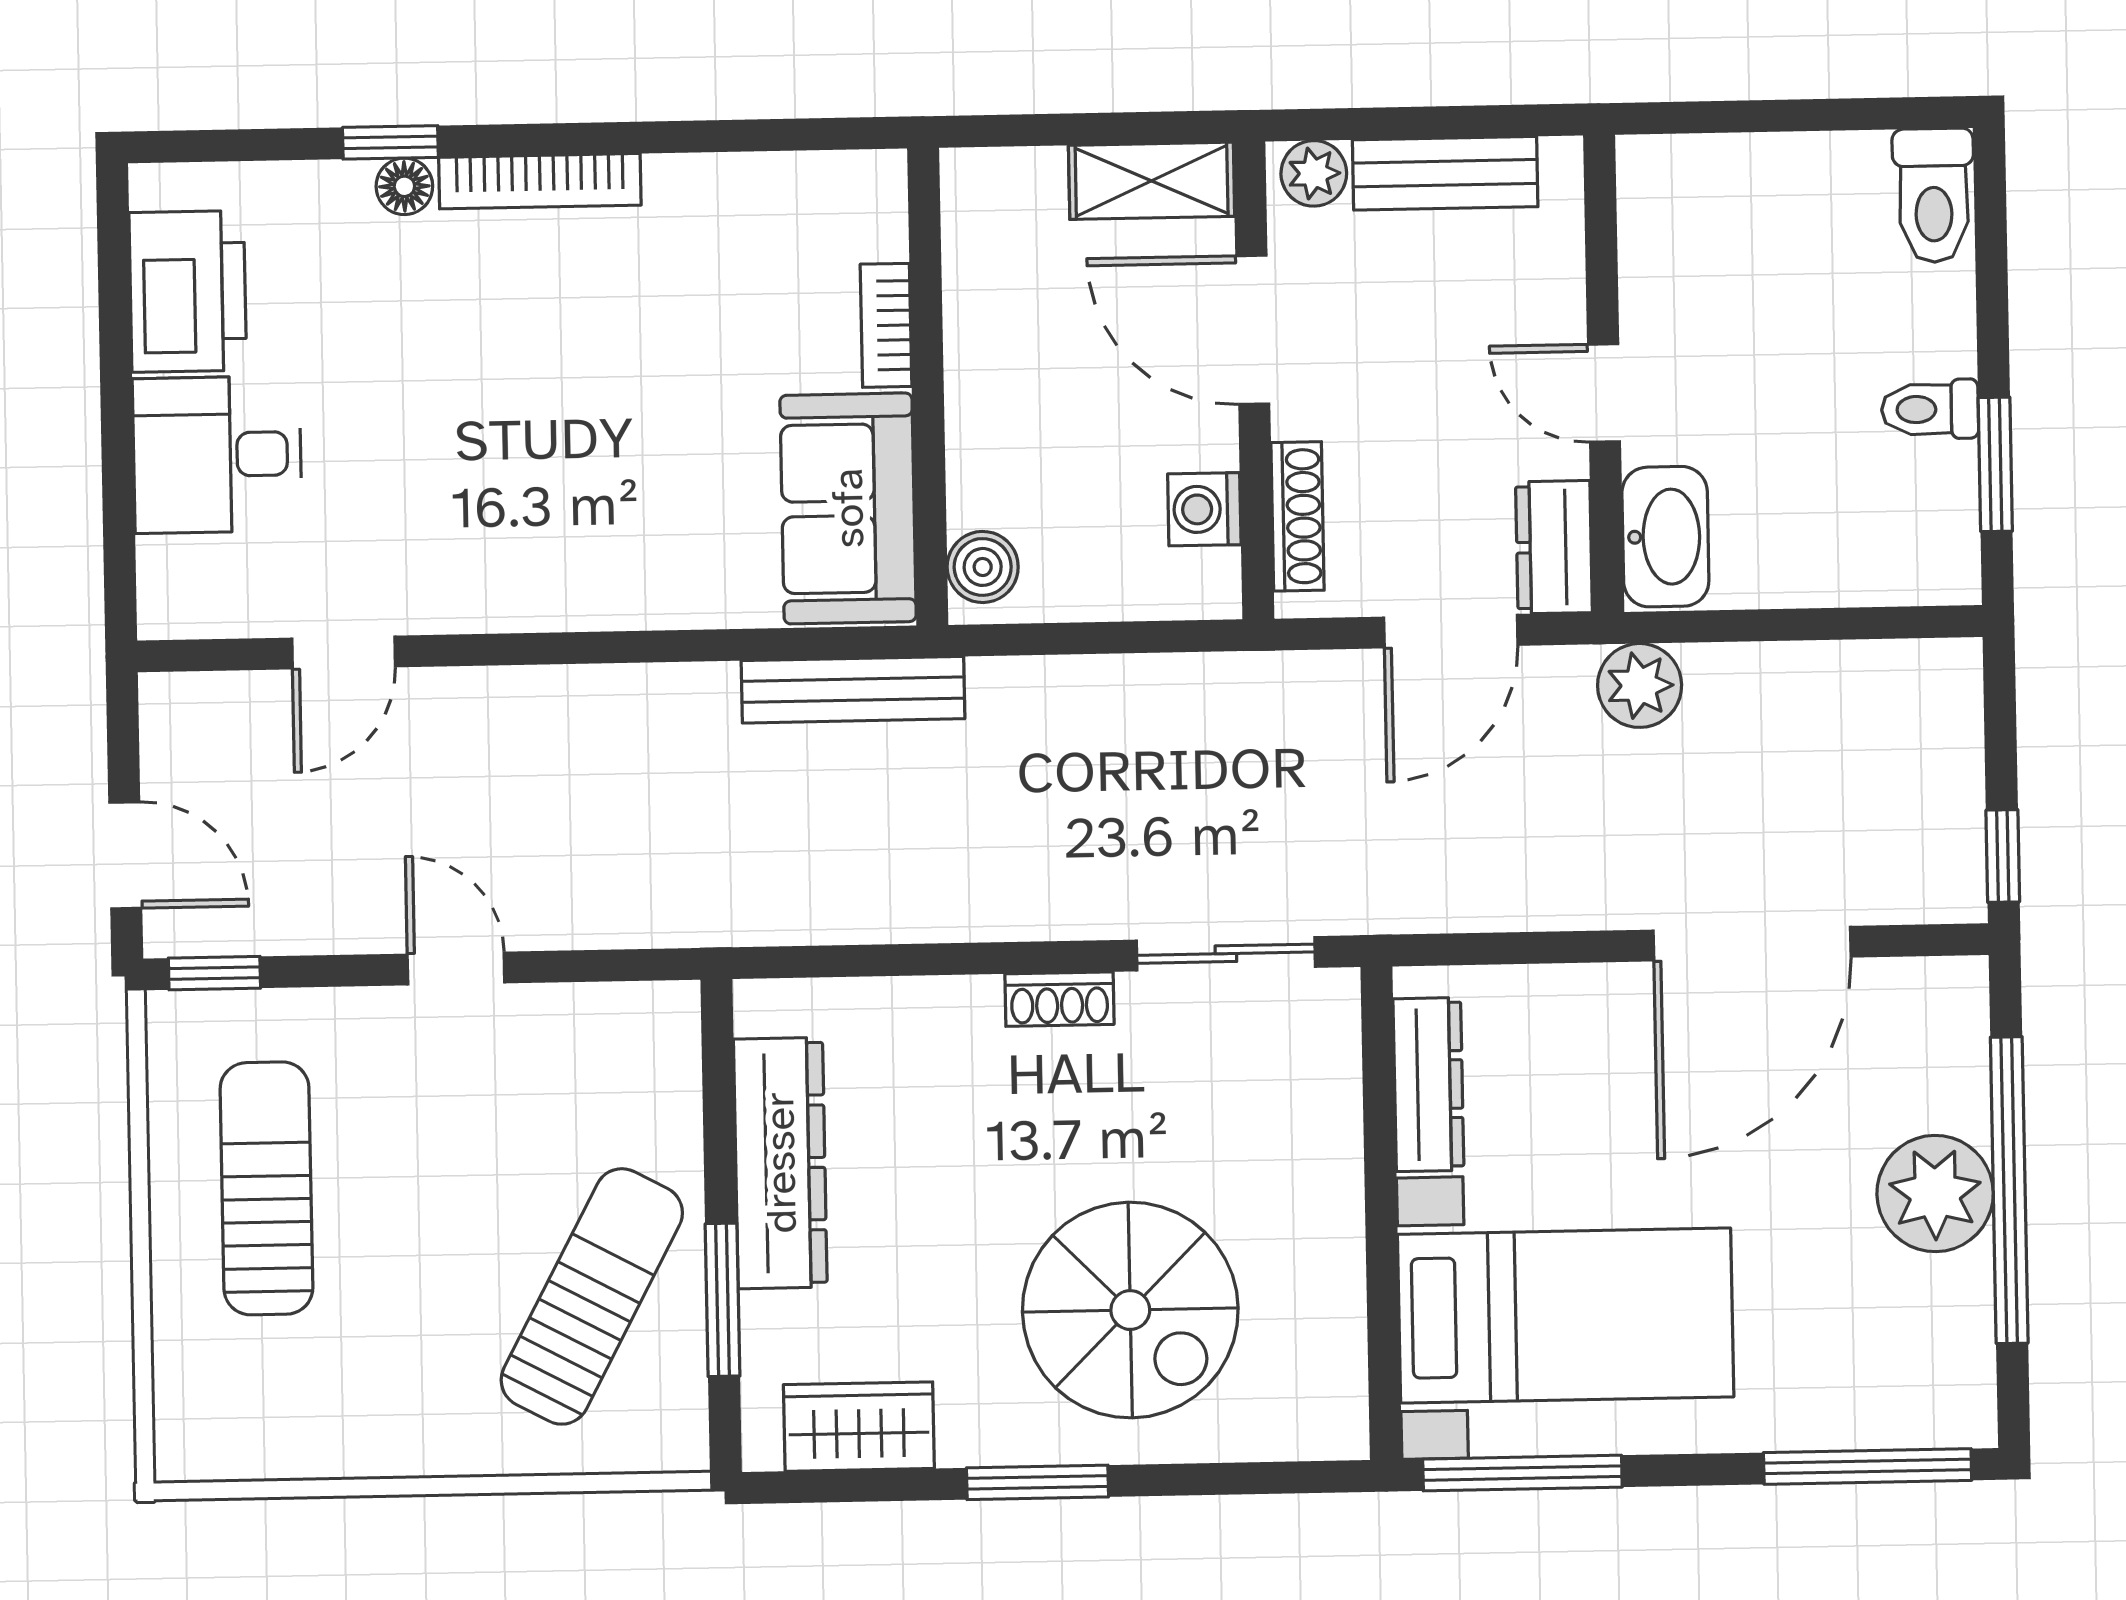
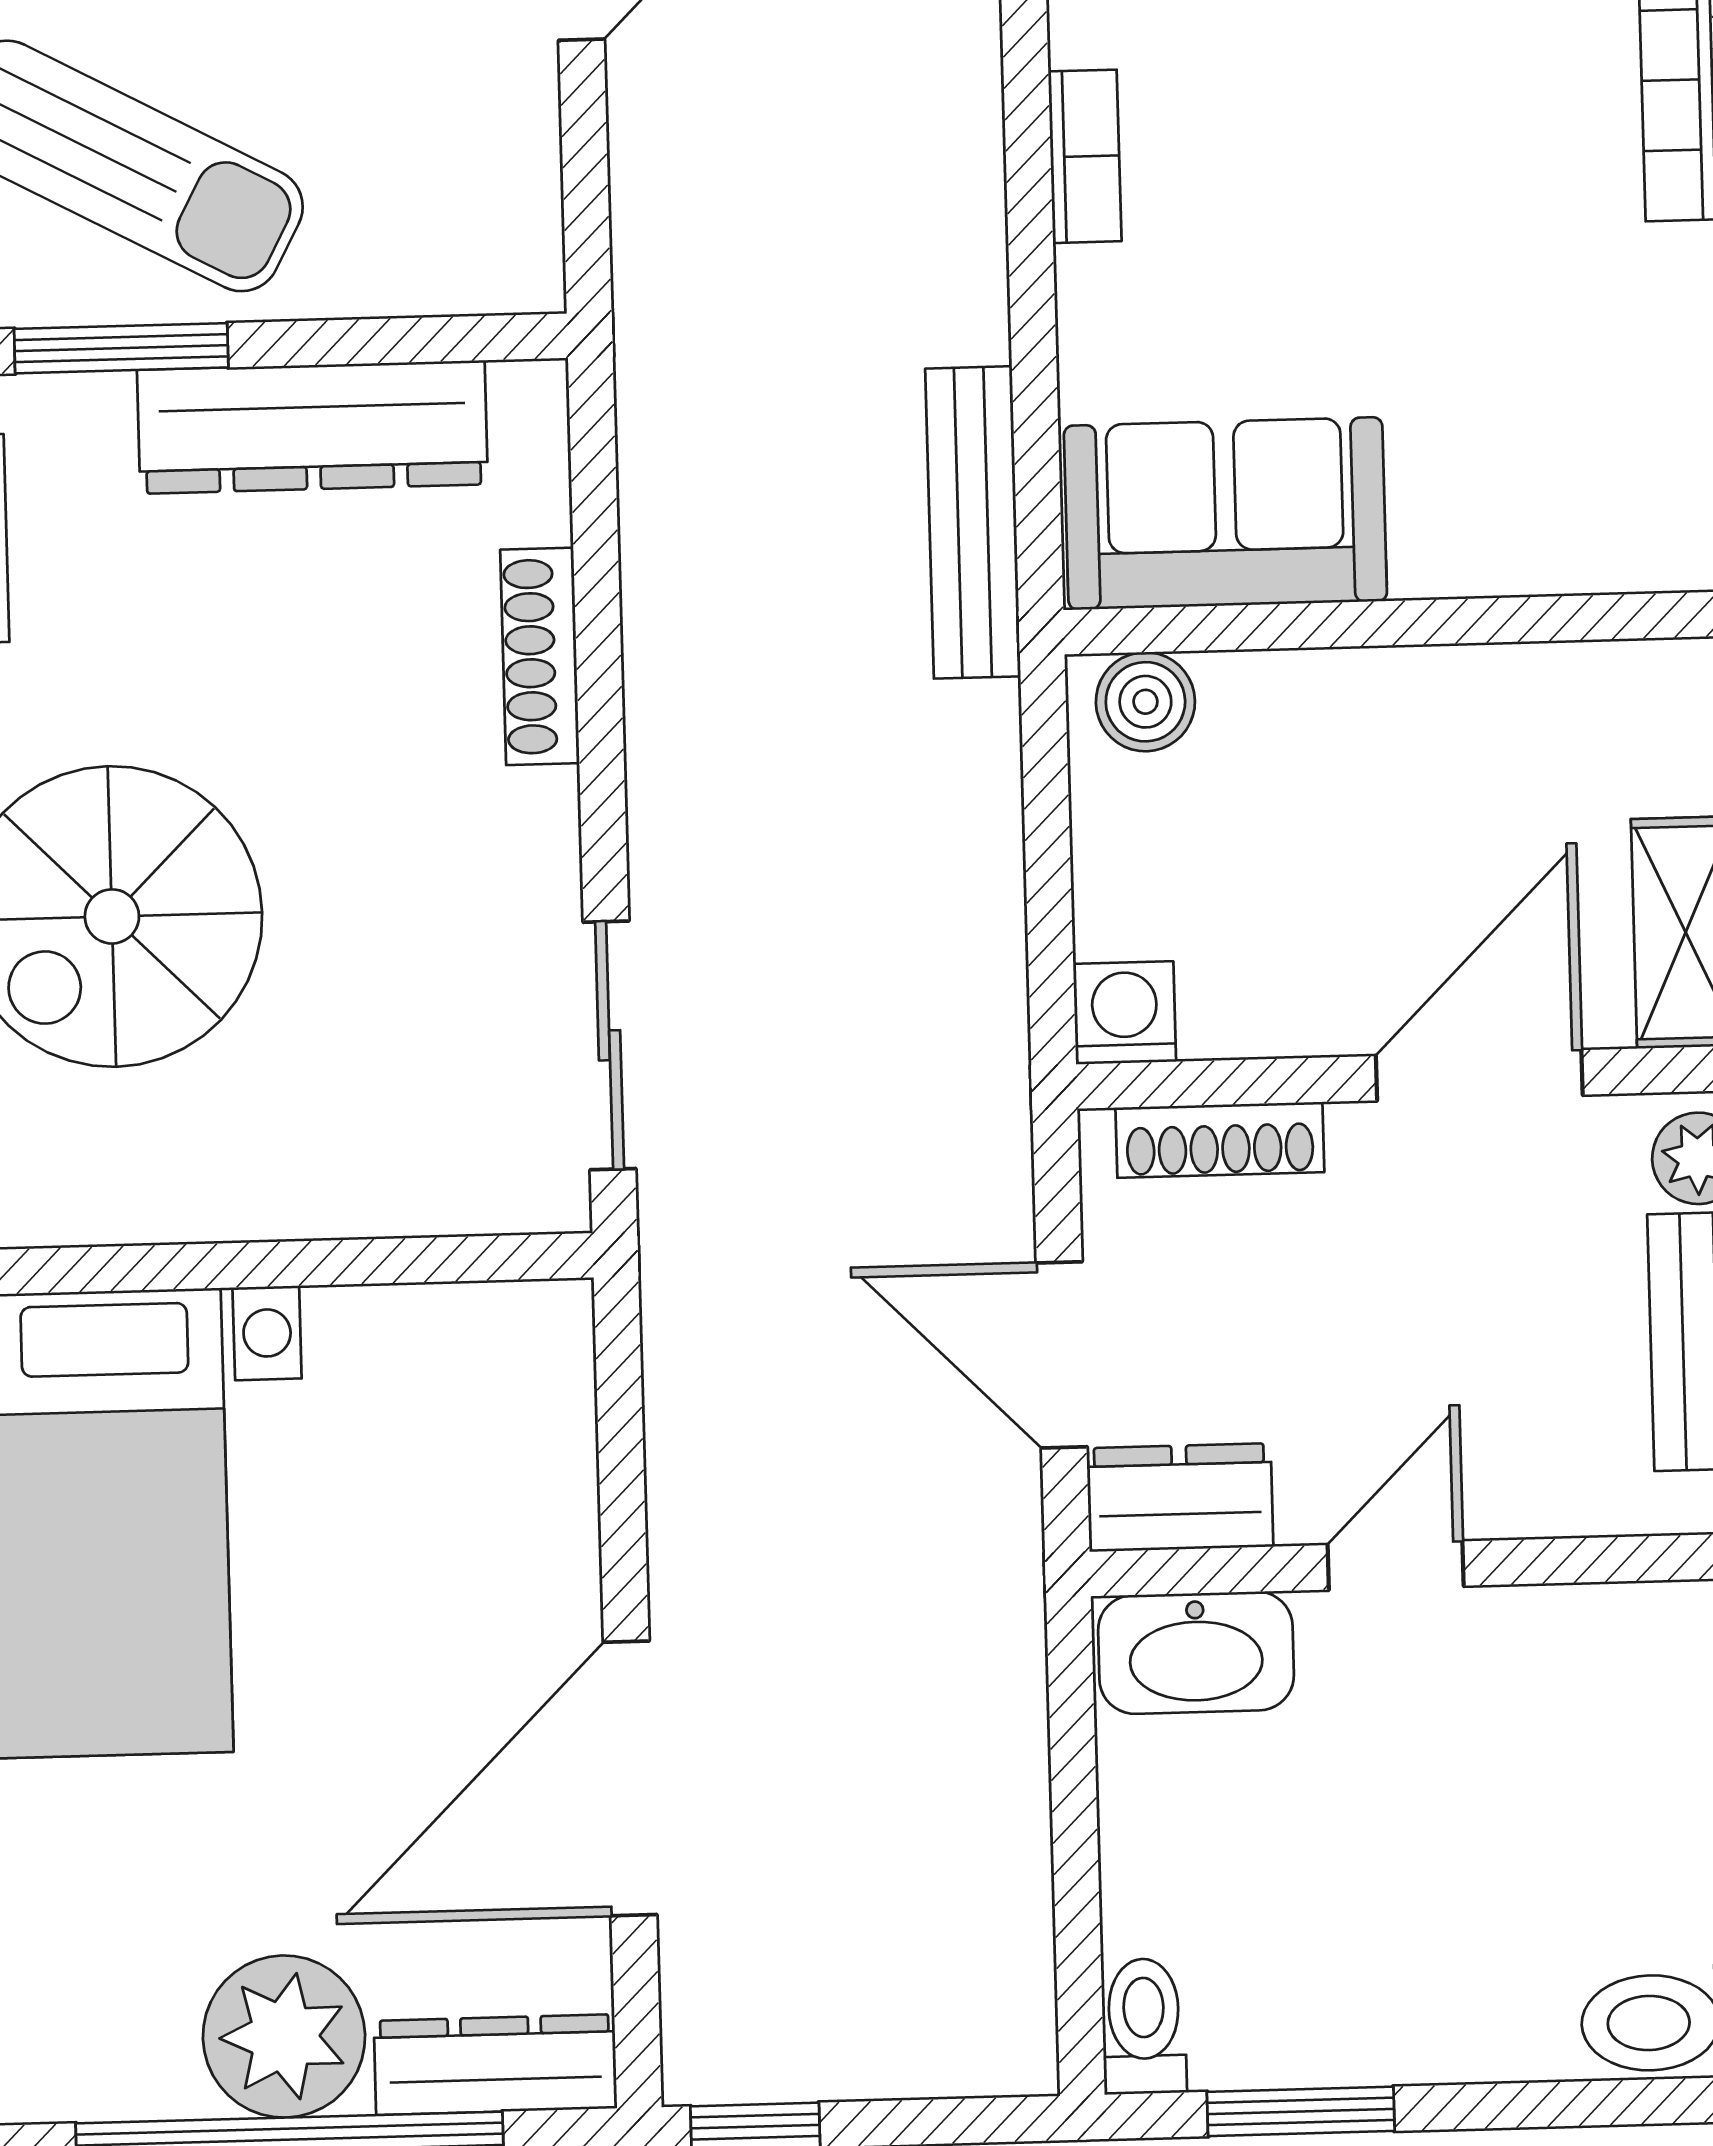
bookcase: (886, 325) -> (1085, 156), moved, turned 90
toilet: (1930, 409) -> (1144, 2026), moved
washing machine: (1204, 509) -> (1125, 1013), moved
plant: (1640, 685) -> (988, 1619), removed
door: (1752, 944) -> (630, 1778), hinge flipped
shoe rack: (1059, 999) -> (540, 656), moved, width x1.43
dresser: (1428, 1085) -> (495, 2065), moved, turned 180

